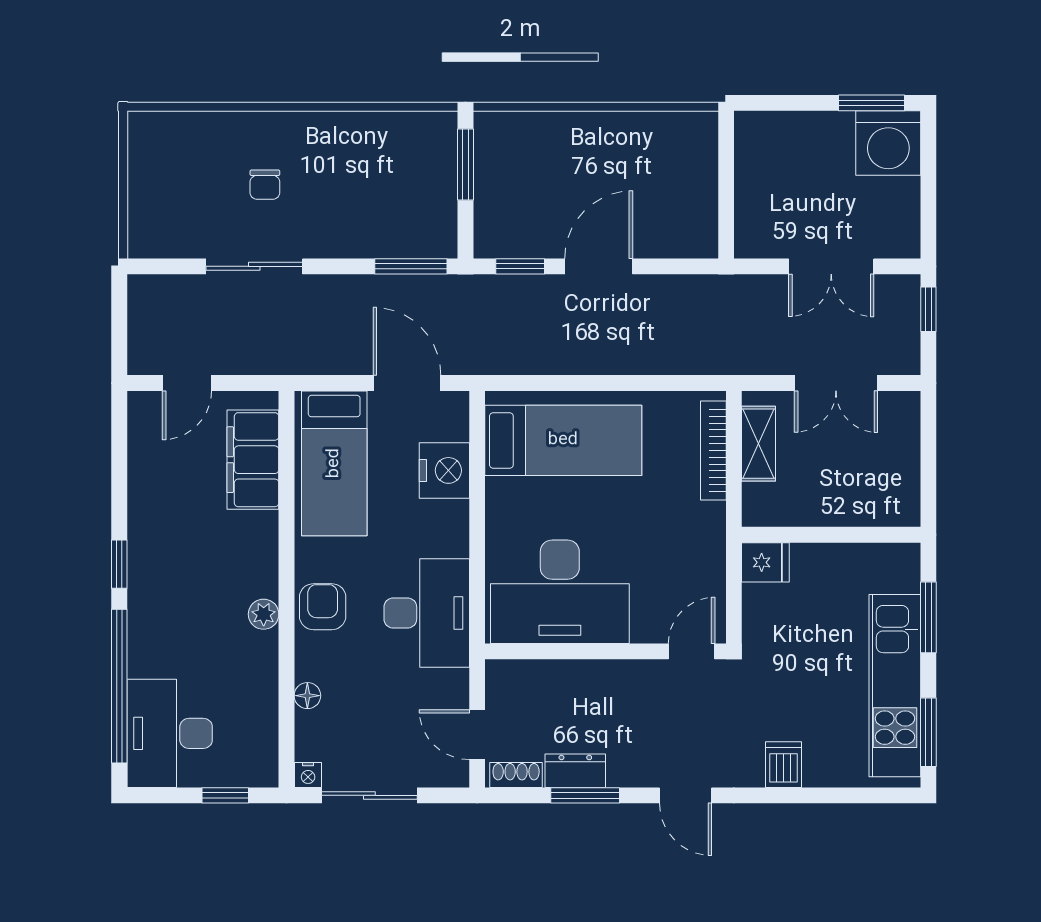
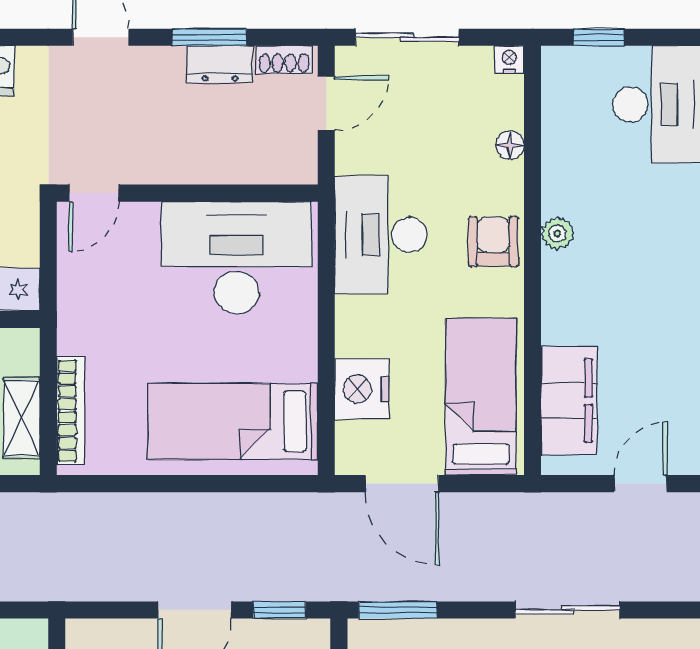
armchair: (323, 607) -> (493, 242), turned 180
door: (477, 735) -> (326, 103), hinge flipped
sliding door: (369, 795) -> (407, 37), moved

